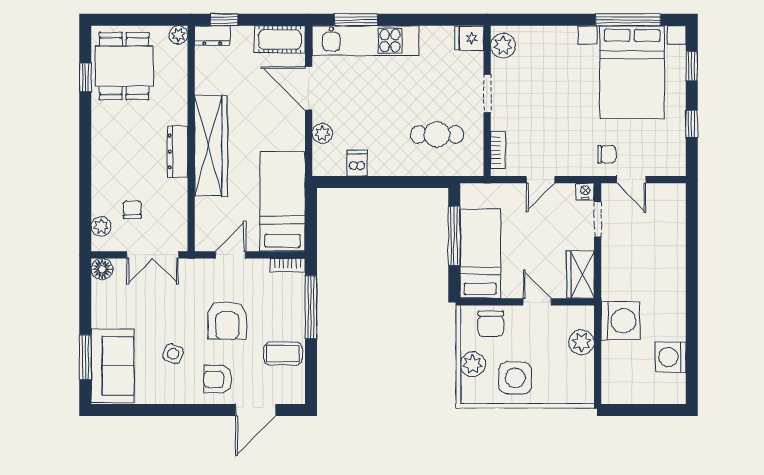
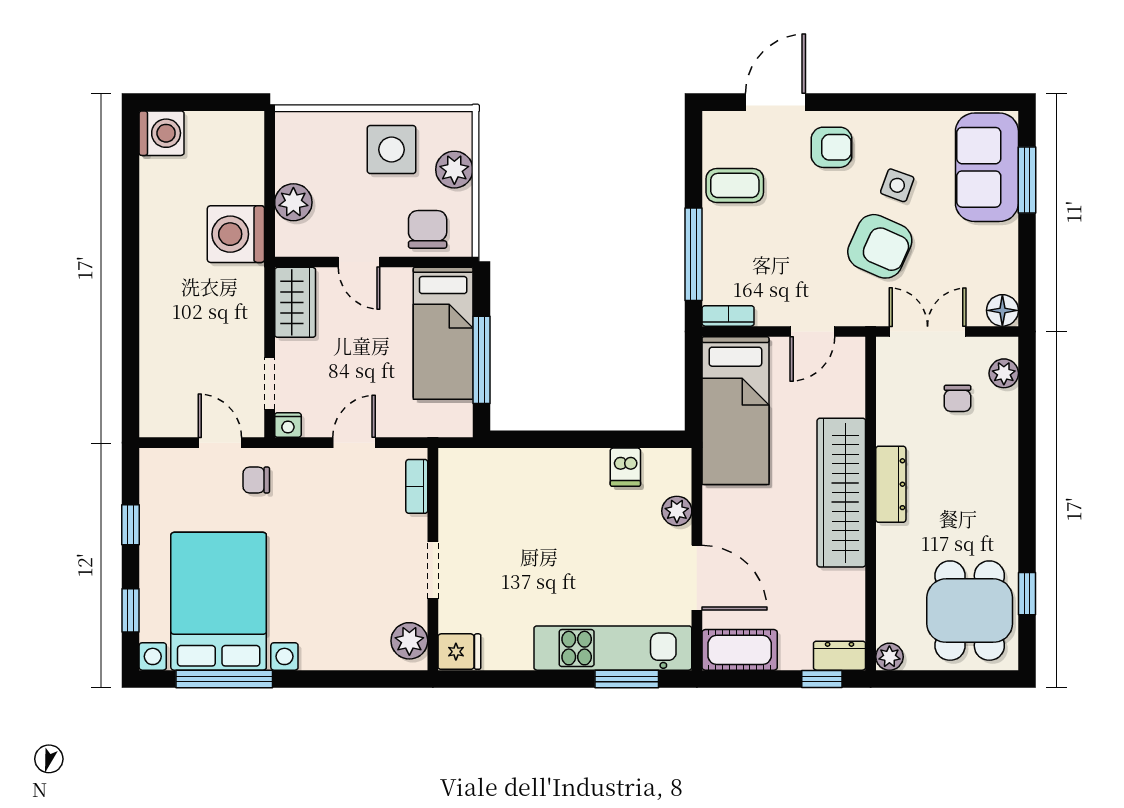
cafe table: (437, 135) -> (507, 509), removed
armchair: (227, 320) -> (880, 246), moved, turned 114
washing machine: (671, 357) -> (162, 133), moved

